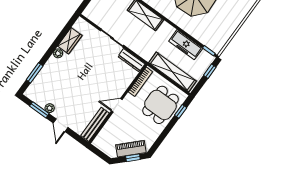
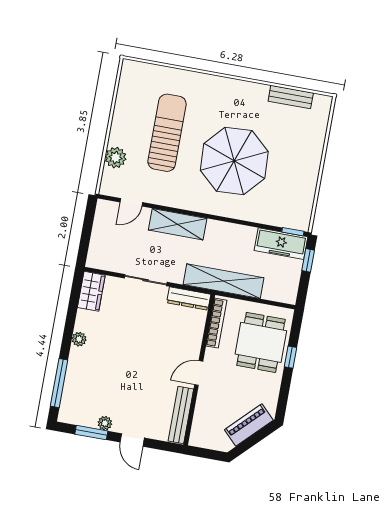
wardrobe: (70, 41) -> (91, 291), moved
freezer: (186, 45) -> (281, 244), moved
shelving: (172, 72) -> (223, 281), moved
window: (35, 73) -> (59, 383), width x1.44
window: (181, 111) -> (291, 357), moved
window: (133, 158) -> (258, 437), removed

